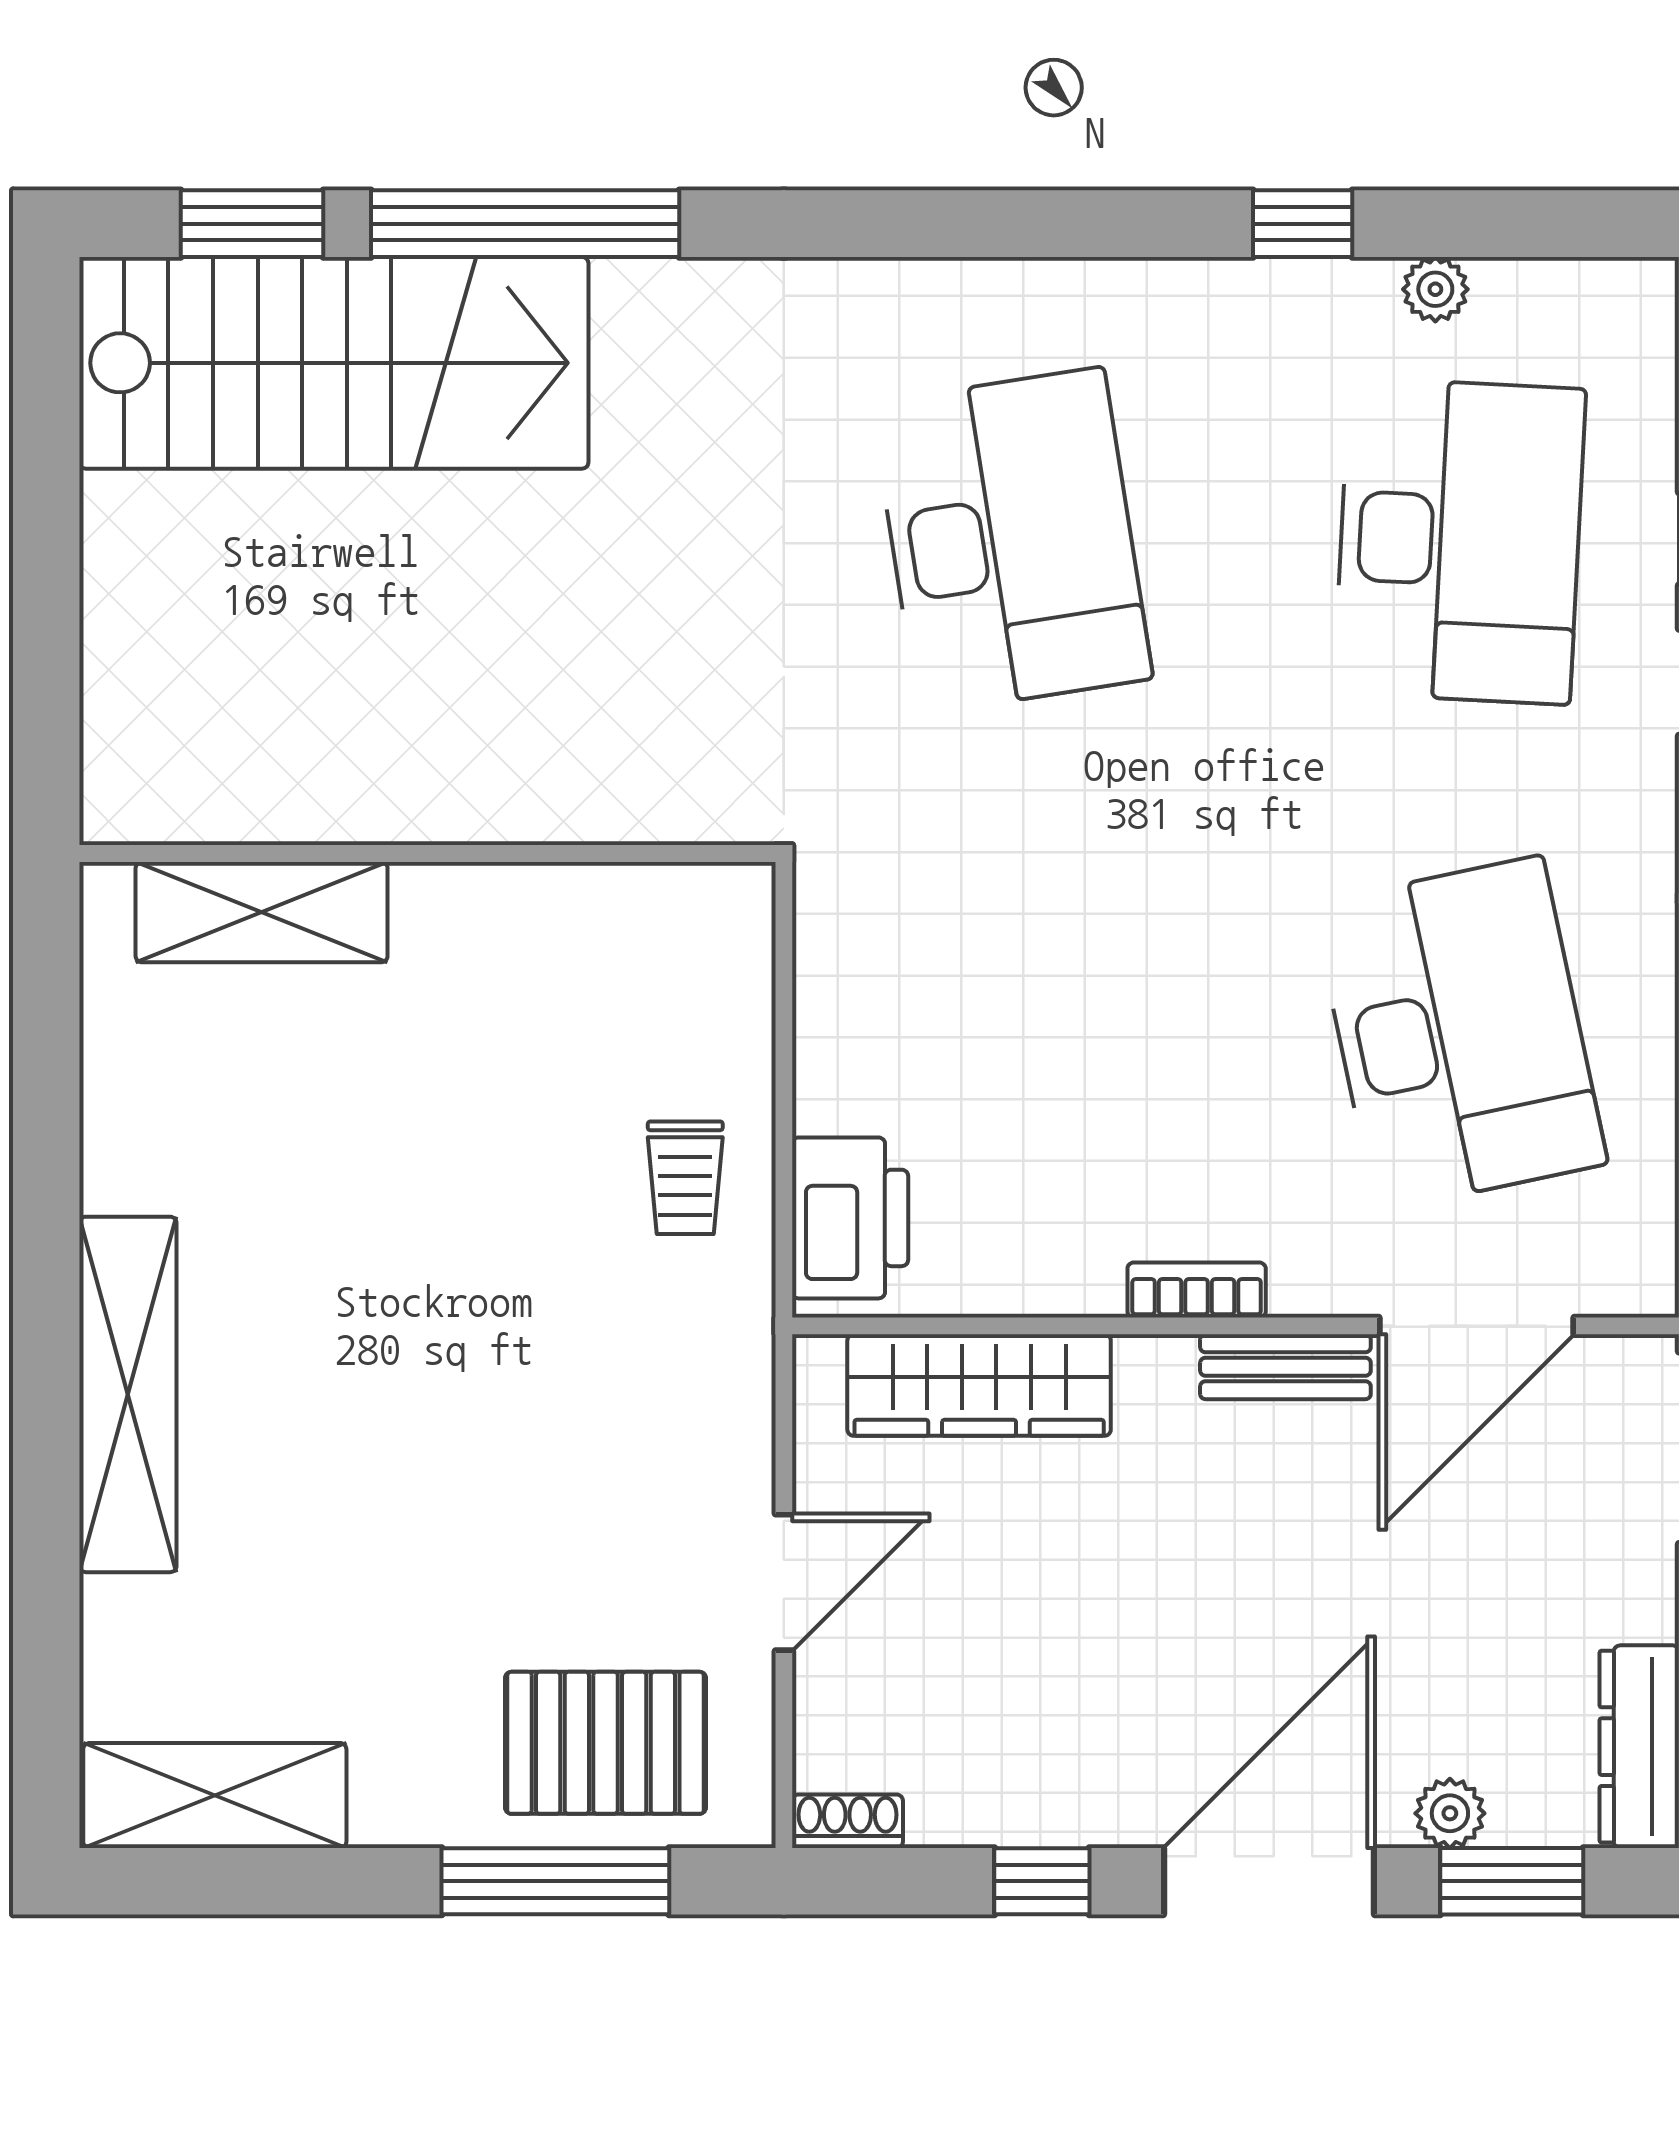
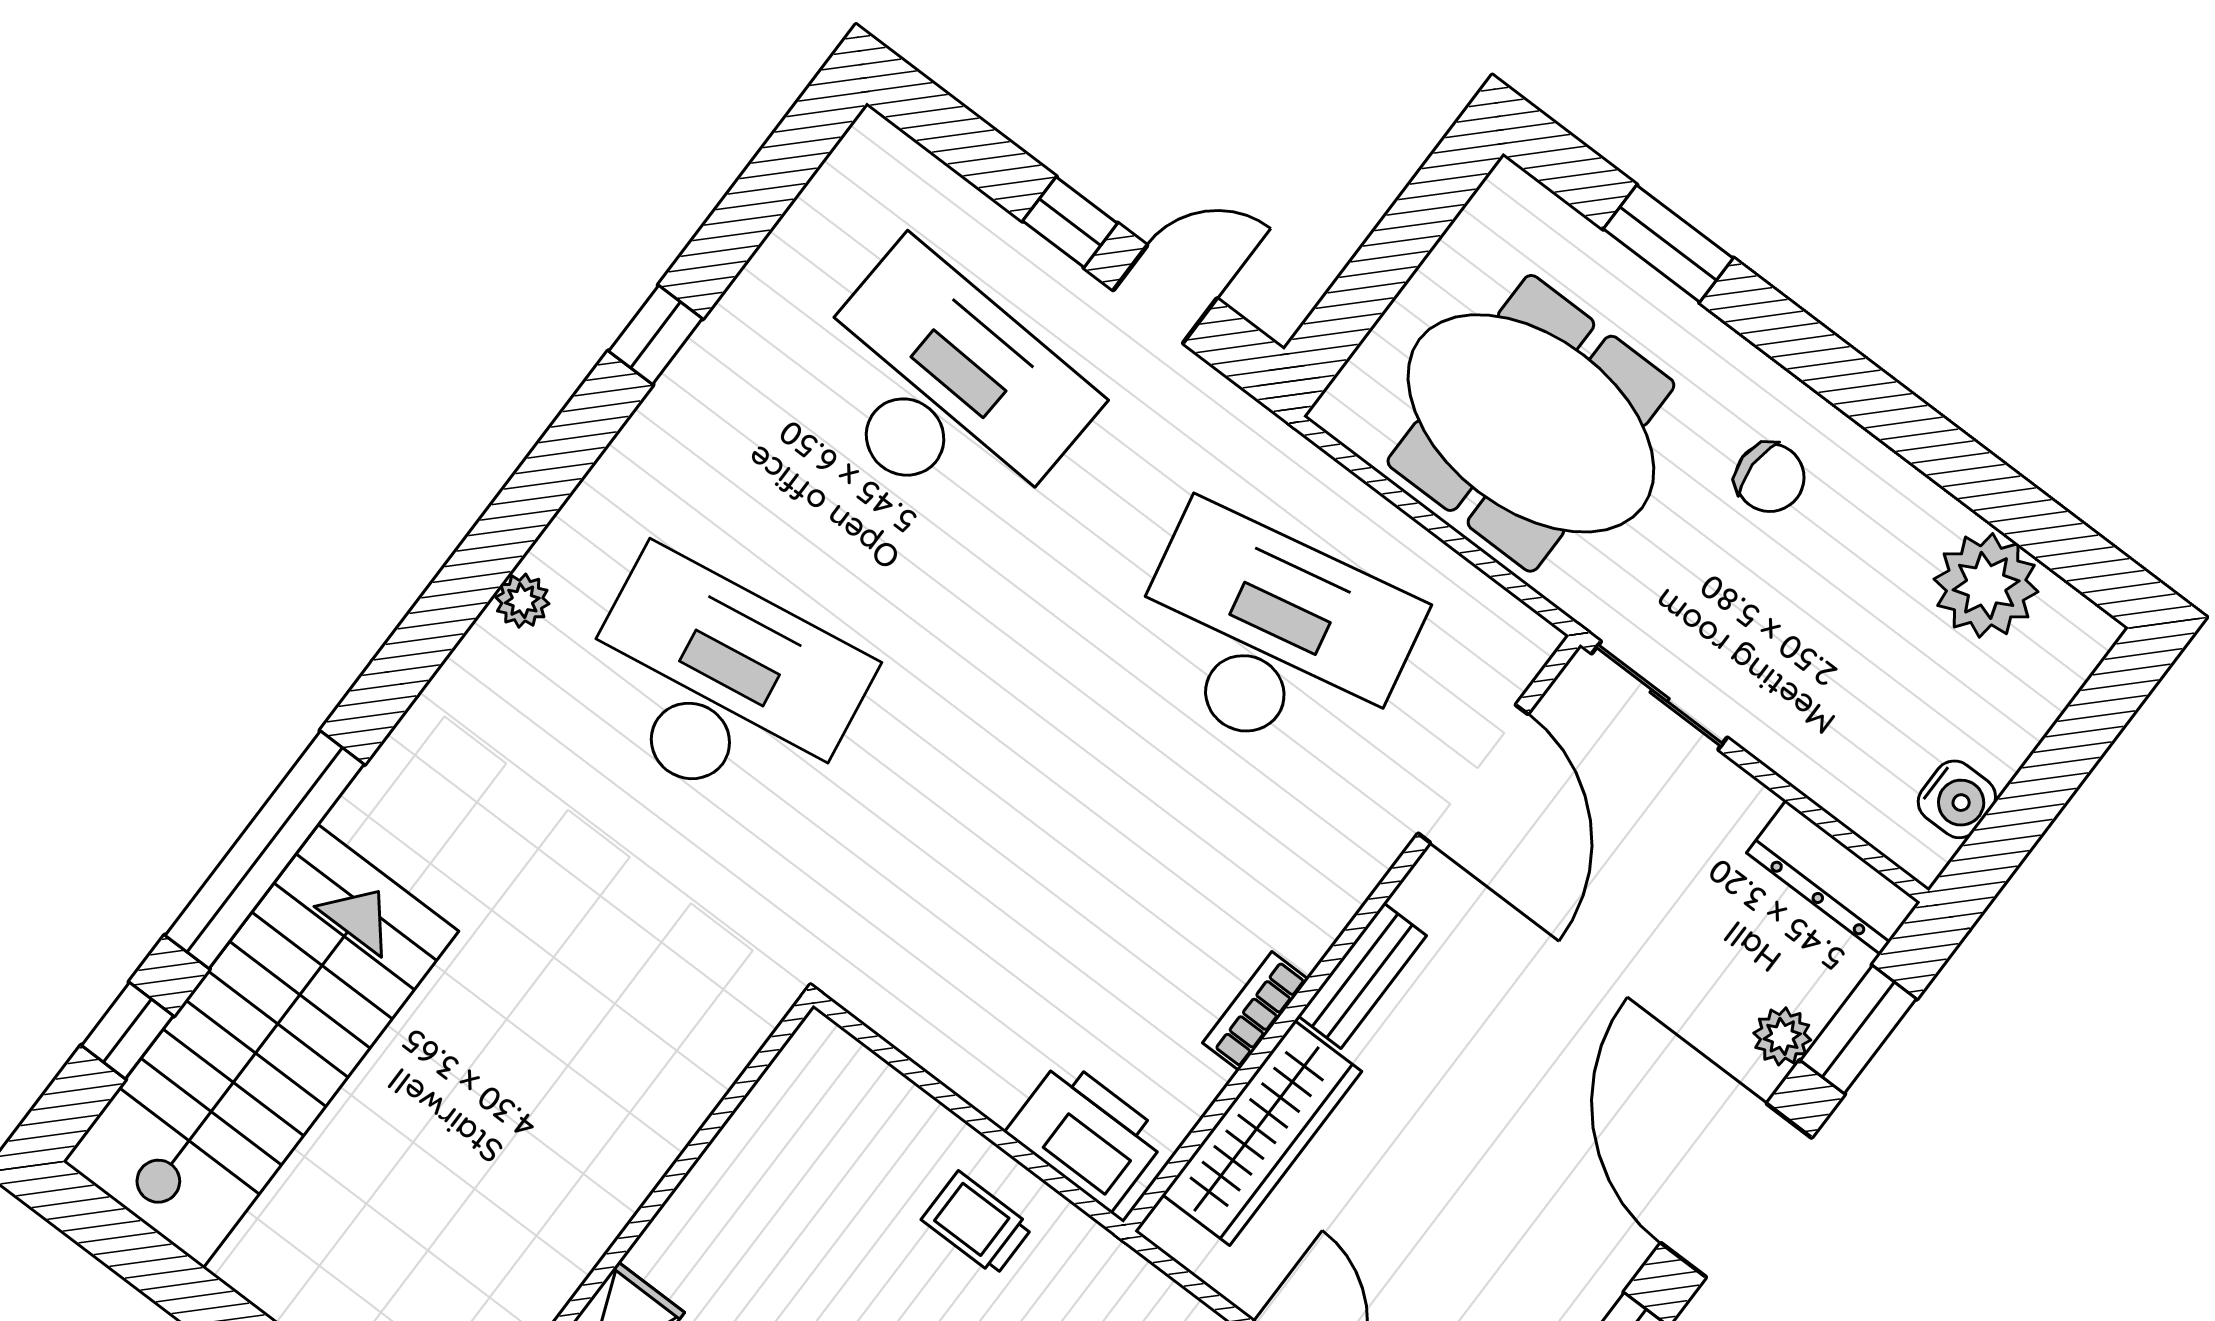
window: (252, 224) -> (127, 1031), width x0.67
plant: (1435, 289) -> (522, 601), moved
trolley: (685, 1178) -> (977, 1223), turned 180
bookcase: (1197, 1290) -> (1255, 1011), moved
bench: (1285, 1367) -> (1362, 976), moved

